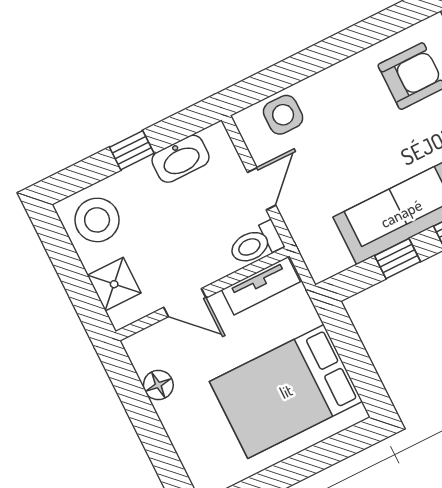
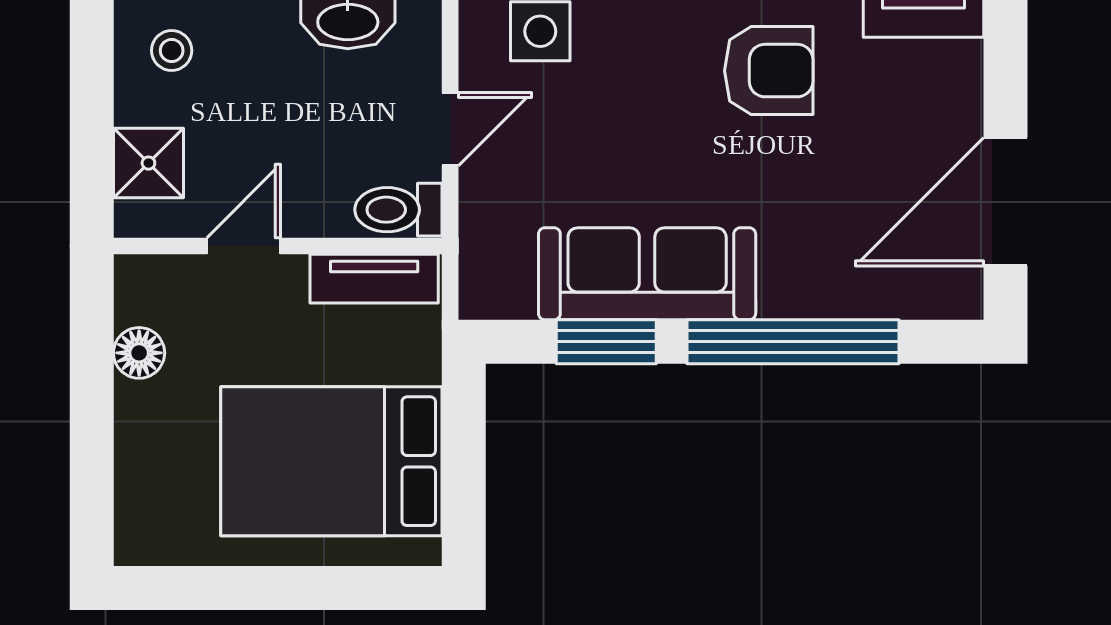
stool: (97, 220) -> (172, 51), width x0.53, depth x0.53
window: (397, 259) -> (606, 342), width x1.50
door: (185, 303) -> (244, 246), swing flipped

